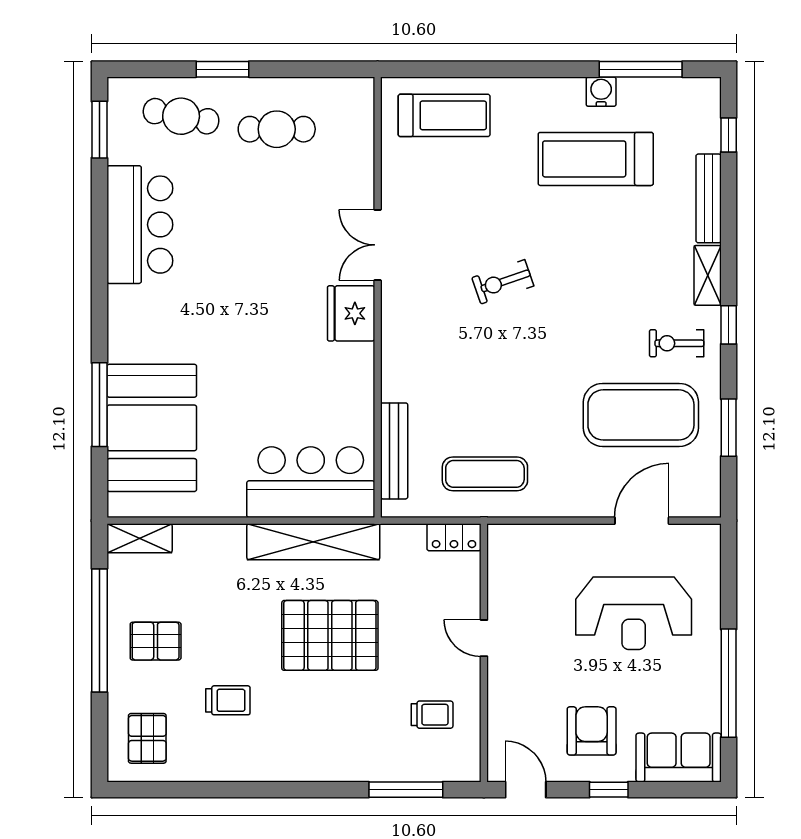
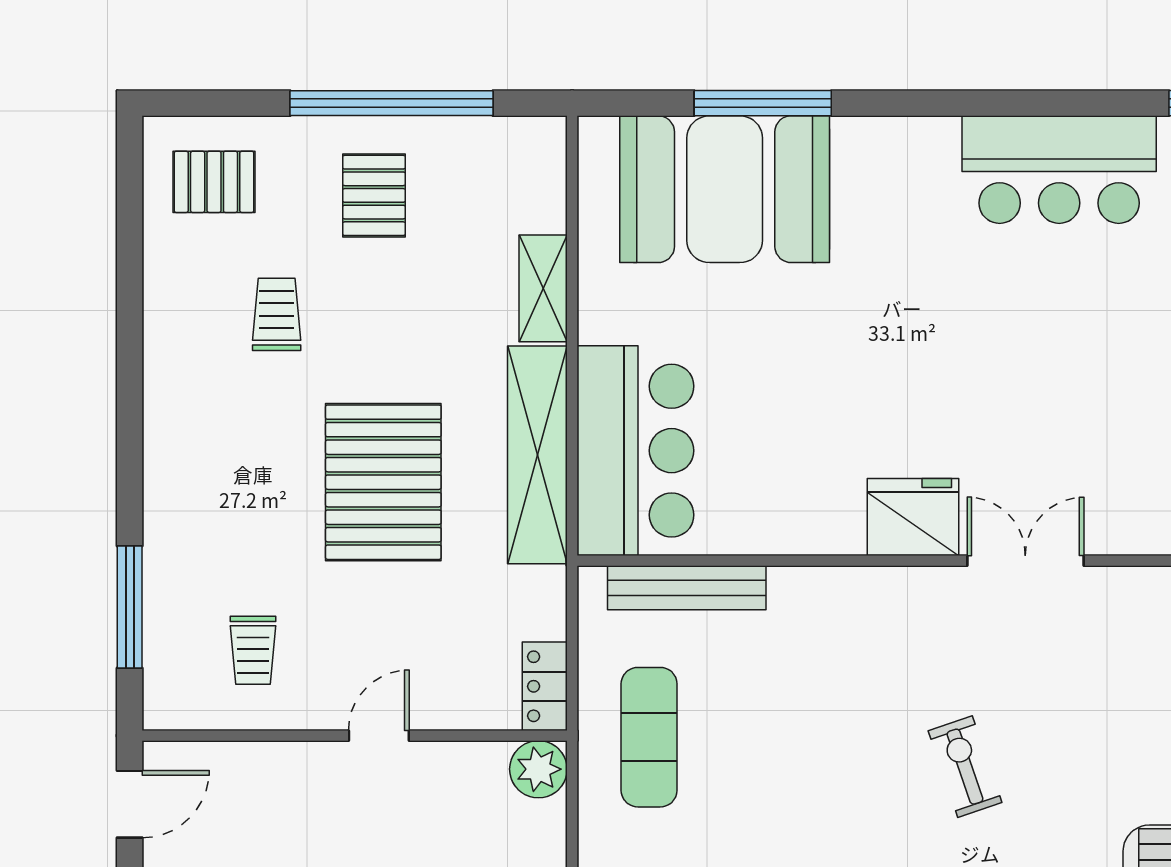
shelving: (140, 538) -> (543, 288), moved
plant: (504, 541) -> (538, 769), added
trolley: (228, 700) -> (277, 314), turned 180

